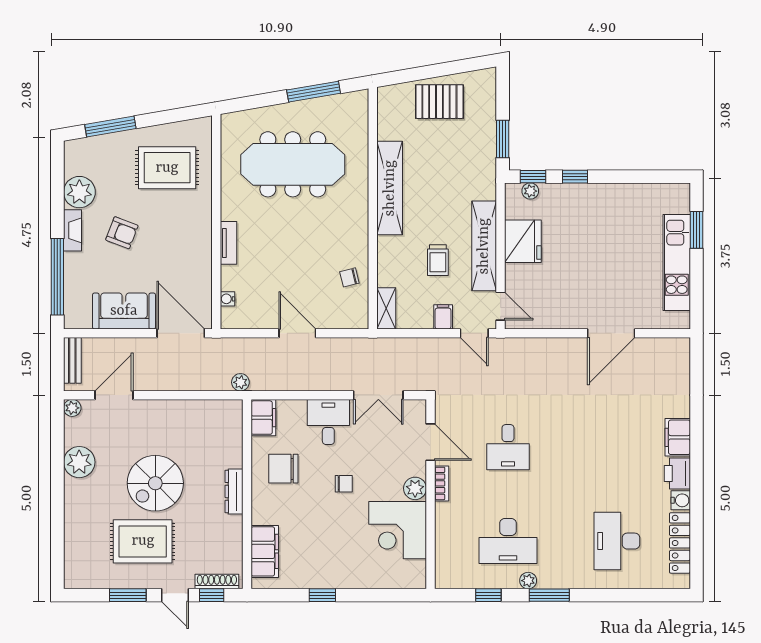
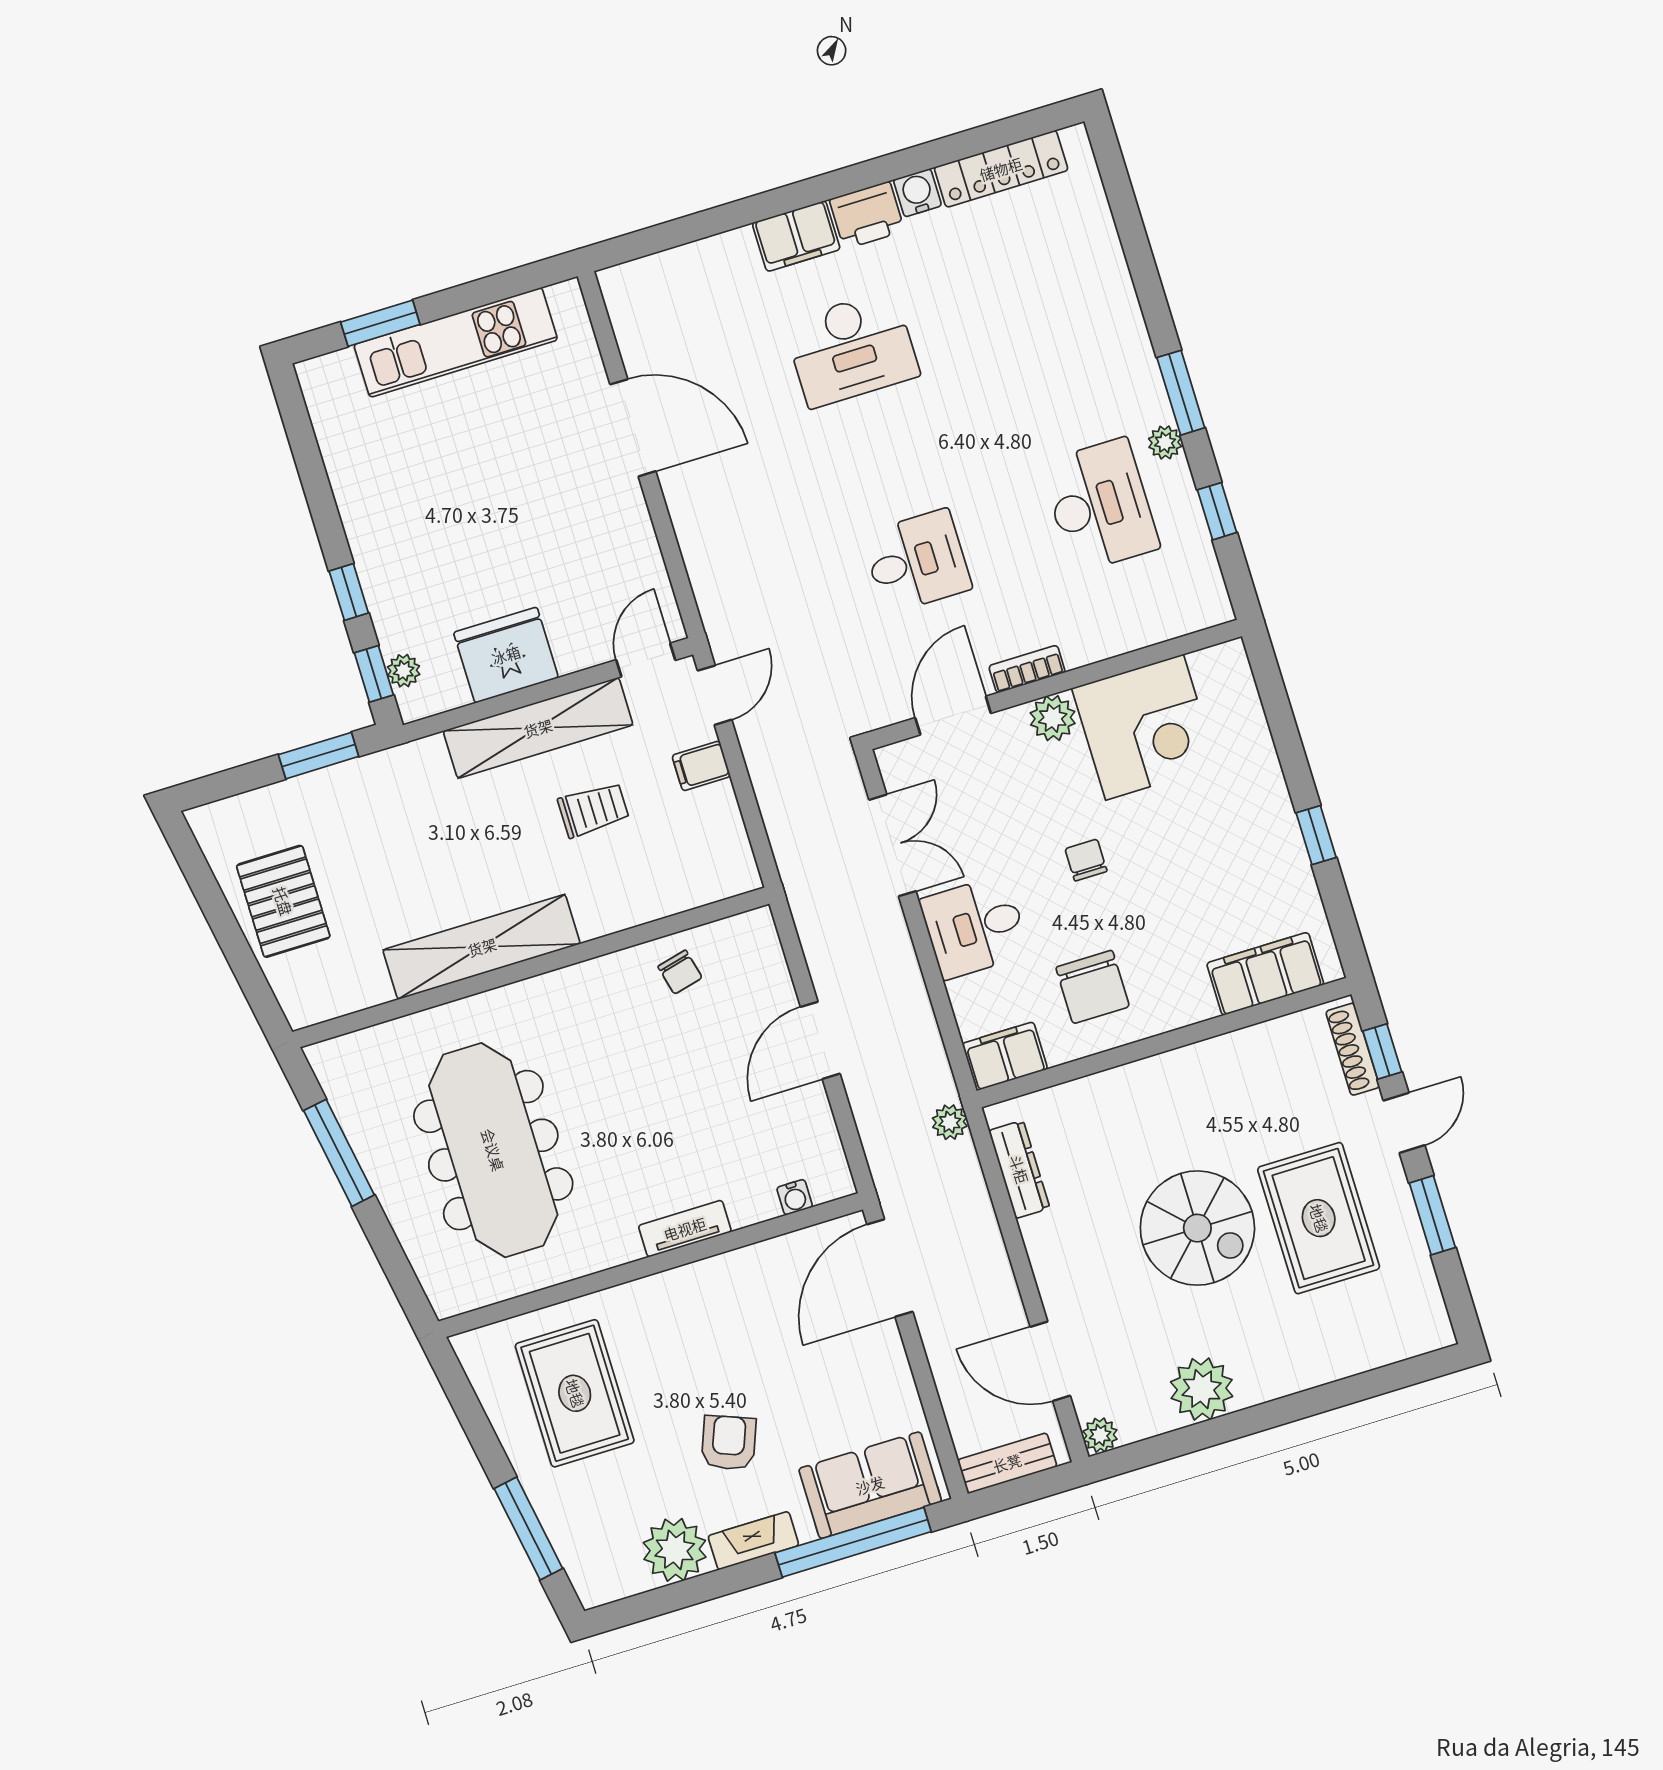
shelving: (386, 308) -> (719, 882), removed
sofa: (124, 311) -> (870, 1485), moved, turned 90
dresser: (234, 491) -> (1019, 1169), moved, turned -90
desk: (617, 541) -> (852, 349), moved

